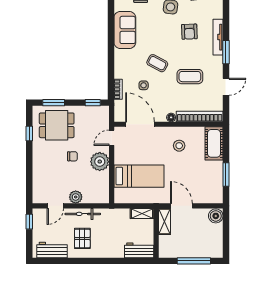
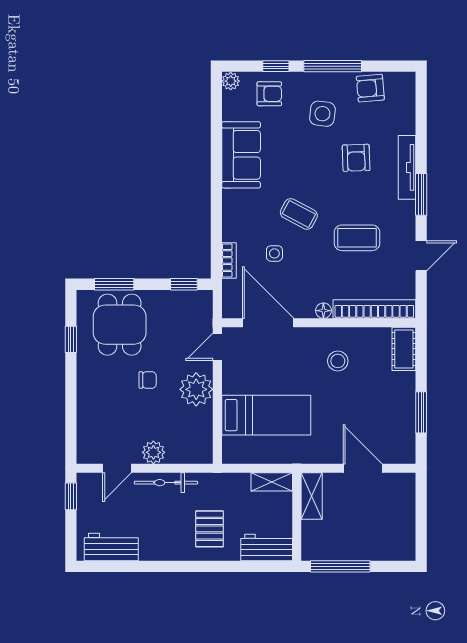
dining table: (57, 125) -> (120, 325), turned 90
cot: (214, 143) -> (404, 349), width x0.73, depth x0.75
door: (181, 206) -> (363, 468), moved
boiler: (216, 216) -> (403, 486), removed
pallet: (82, 238) -> (209, 529), moved
window: (194, 261) -> (340, 566), moved

